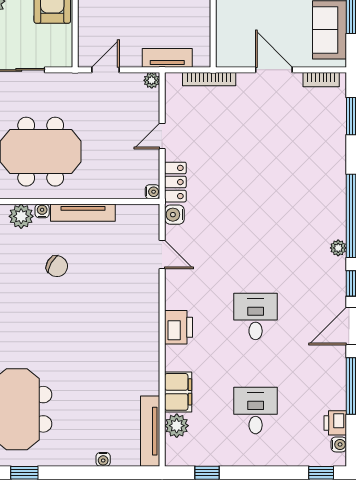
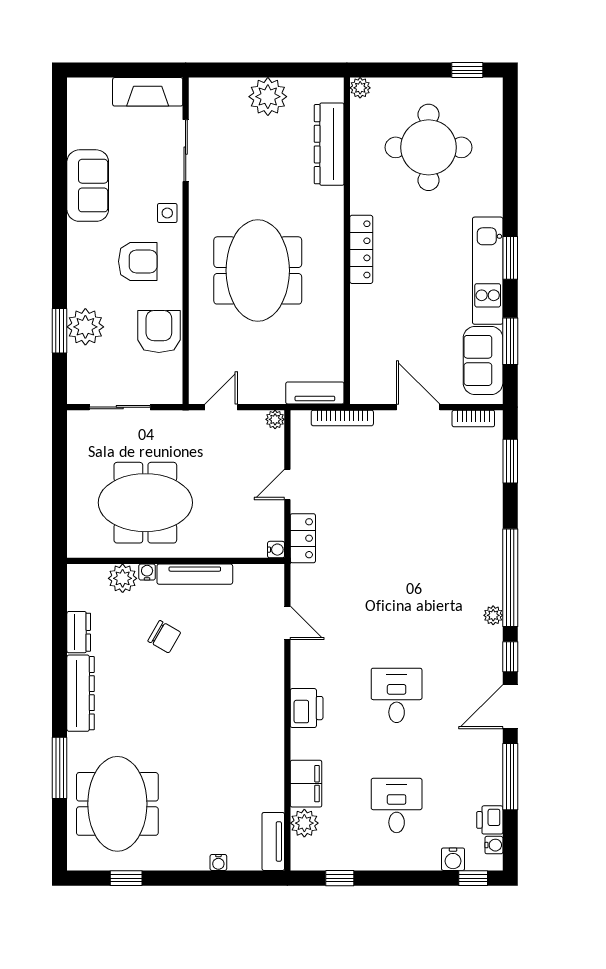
tv unit: (167, 58) -> (315, 393), moved
water cooler: (174, 215) -> (453, 859), moved, turned -90
tv unit: (150, 431) -> (273, 841), width x0.71

